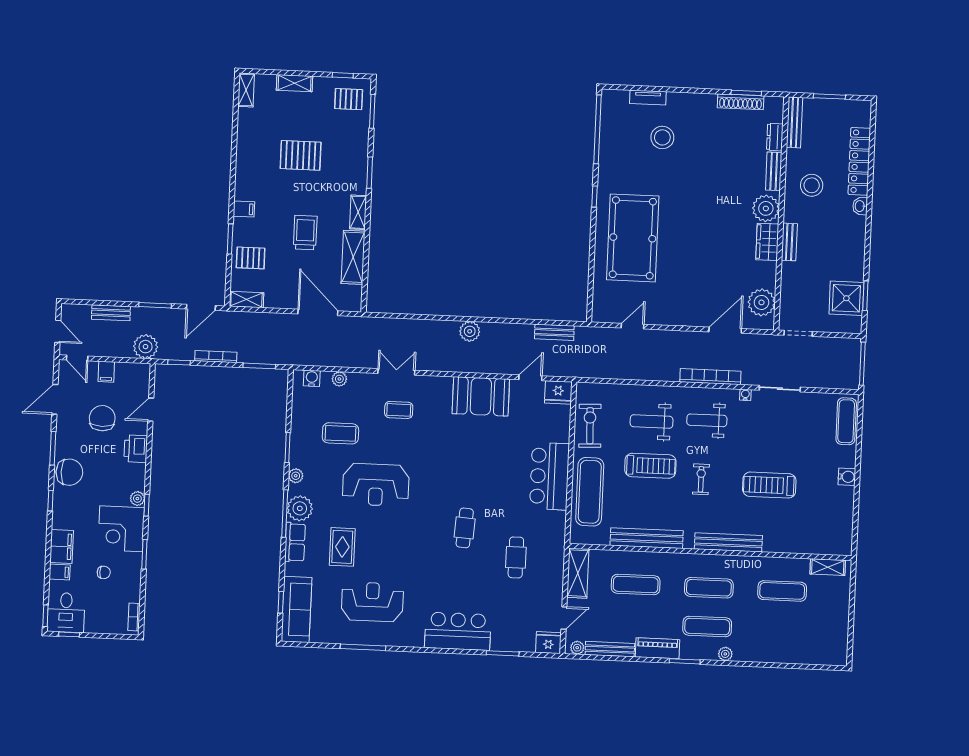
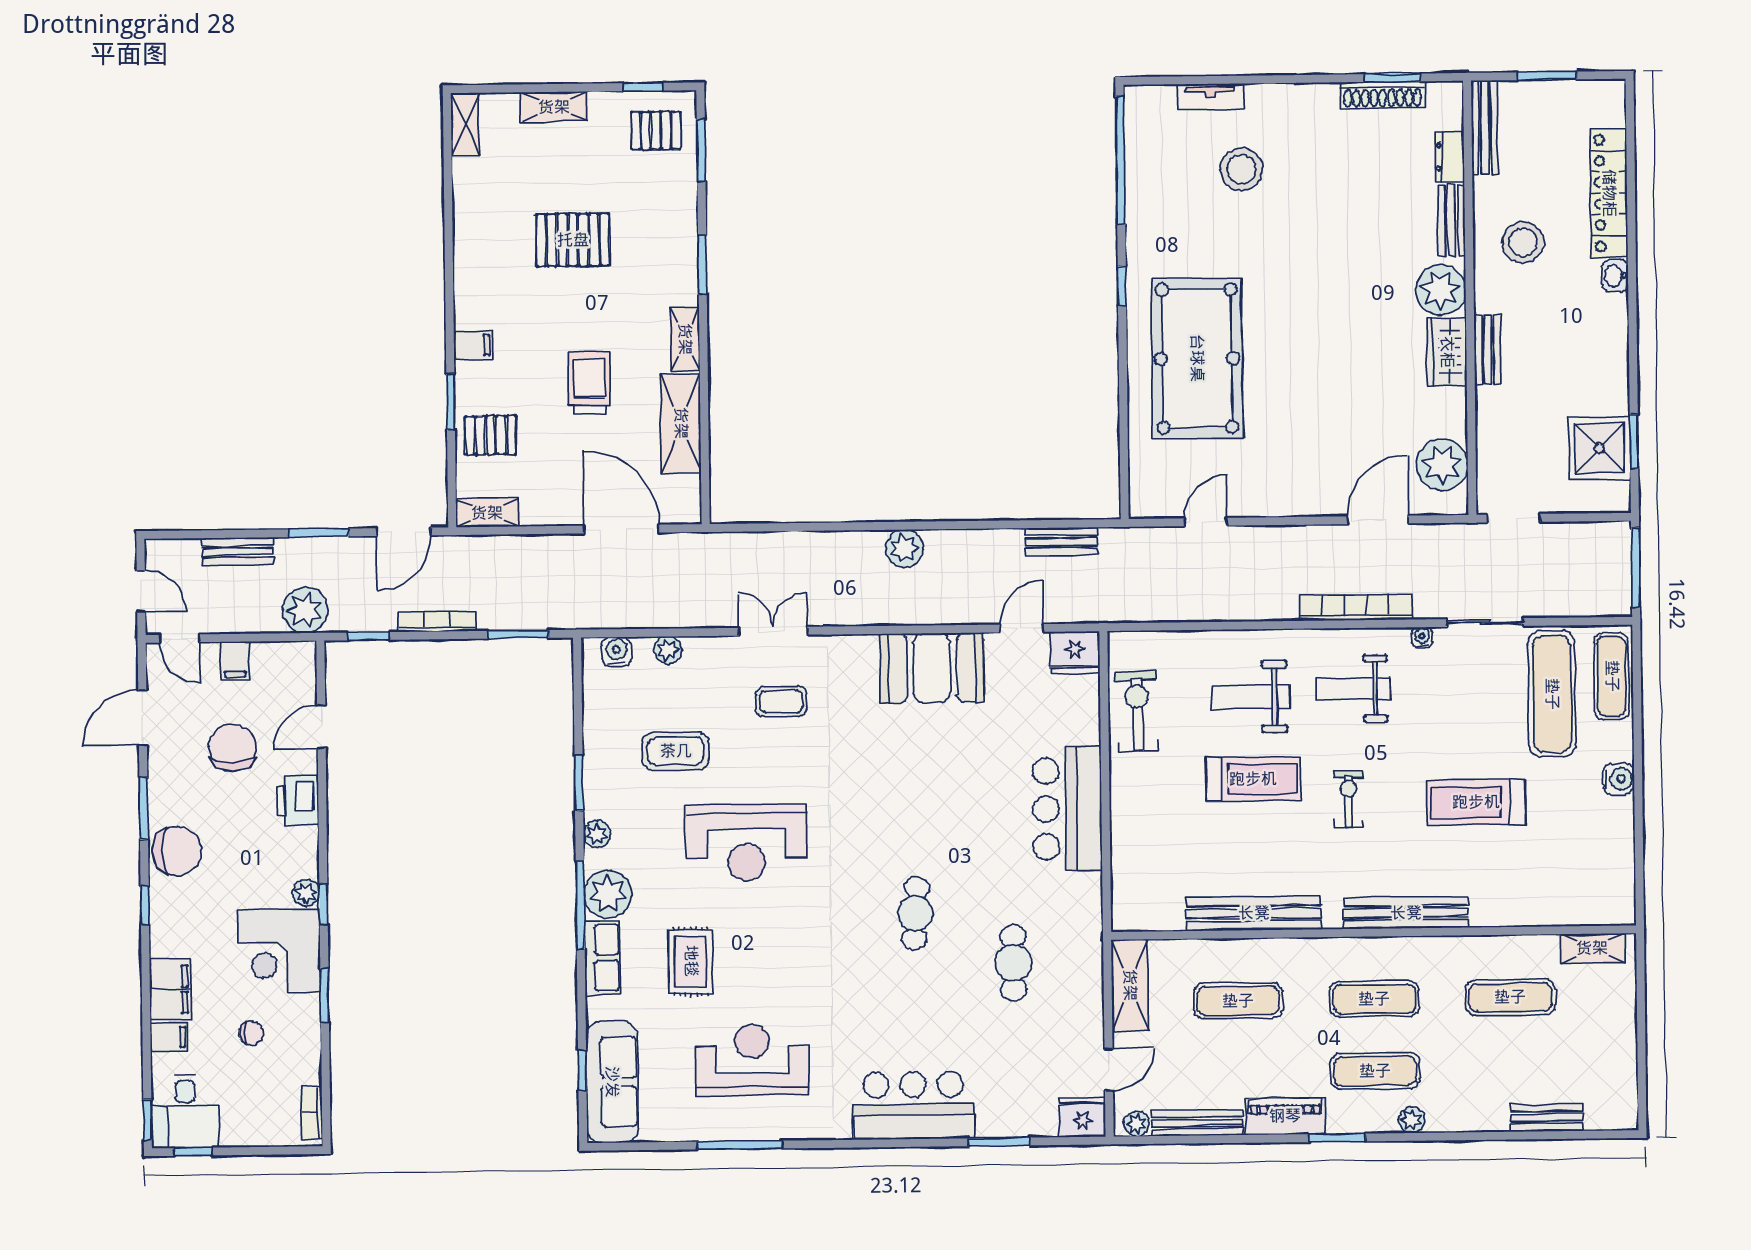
exercise mat: (590, 492) -> (1552, 694), moved
bench: (798, 657) -> (1547, 1118), added

